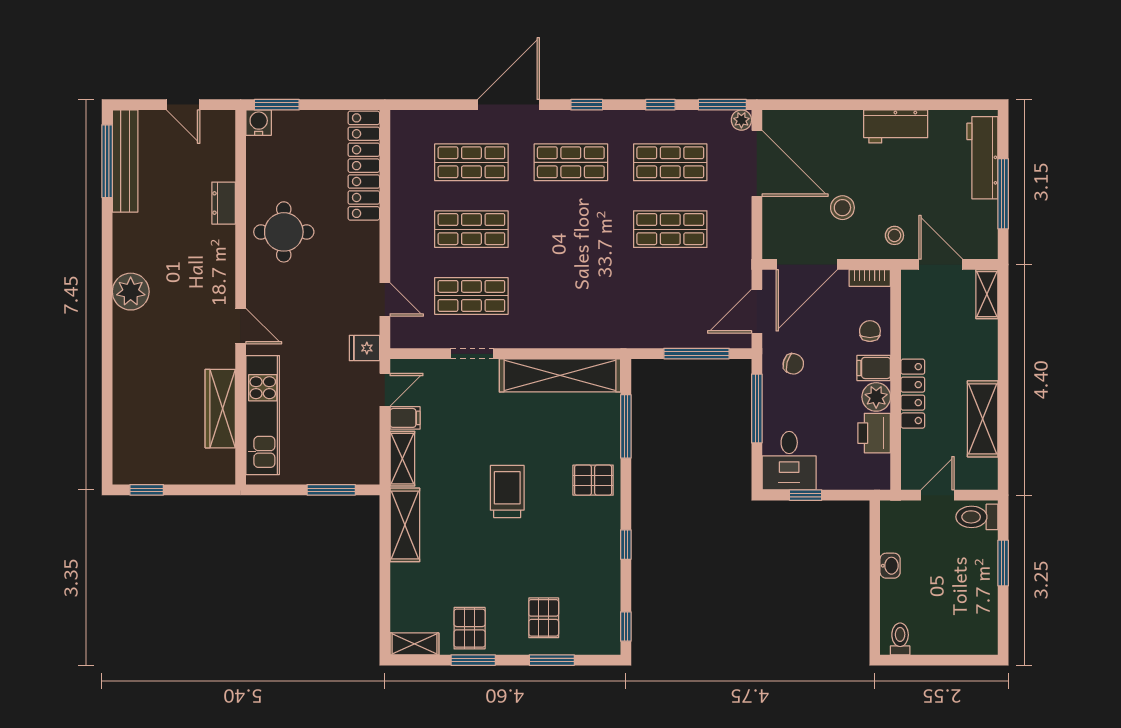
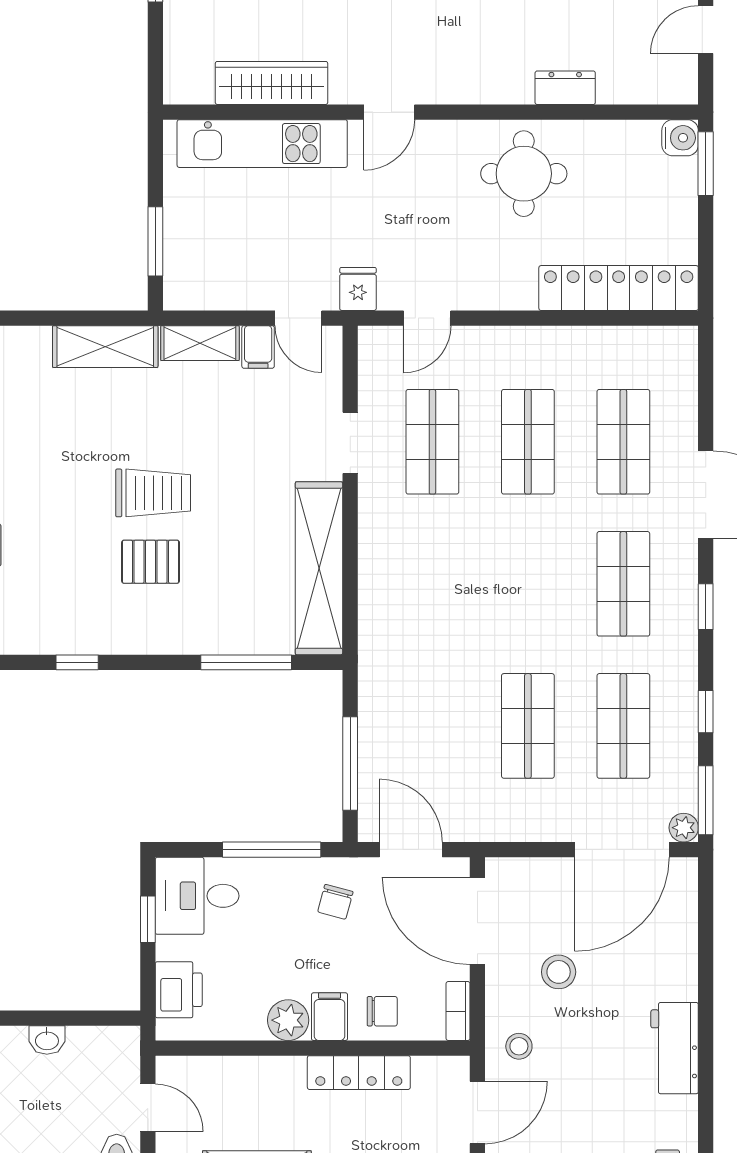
locker: (913, 394) -> (359, 1073), moved
printer: (874, 433) -> (179, 990), moved, turned 90
pallet: (593, 480) -> (151, 562), moved, turned 90

